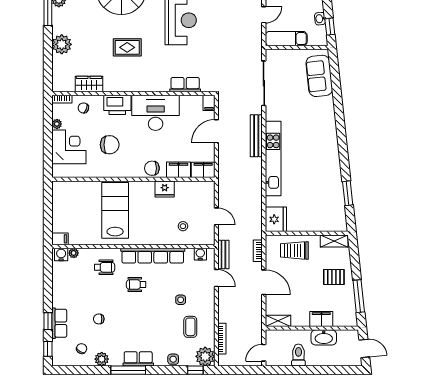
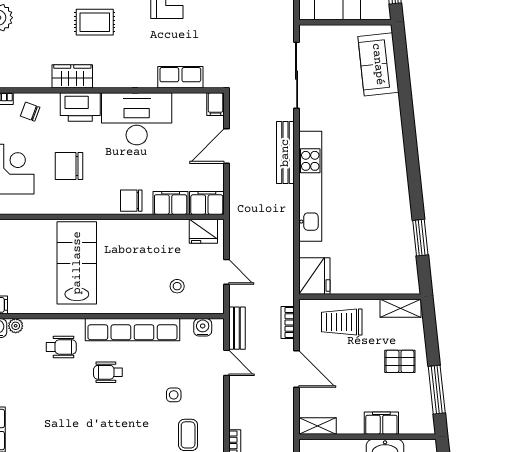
wardrobe: (89, 84) -> (72, 76), moved
chair: (110, 145) -> (69, 166), turned 180
fridge: (165, 189) -> (203, 231), moved
chair: (99, 319) -> (53, 423), removed

